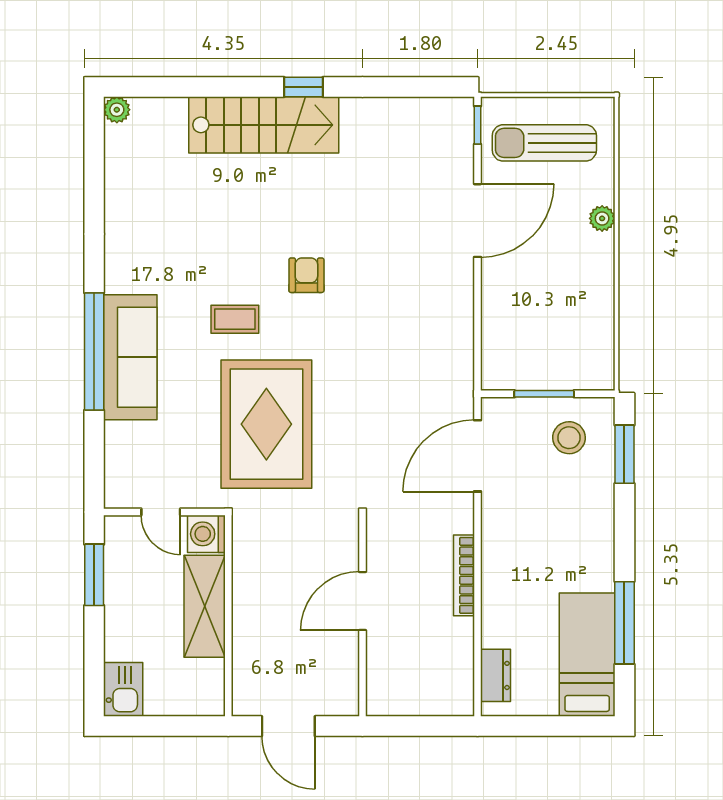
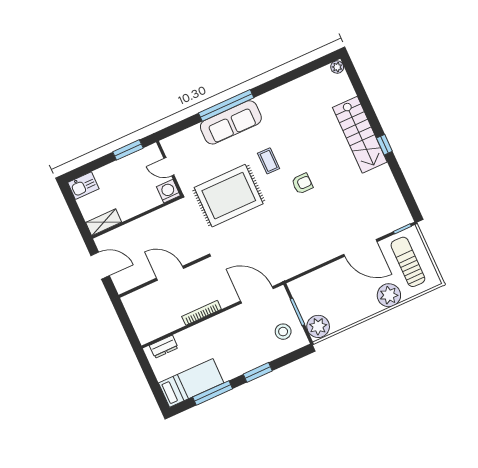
plant: (602, 218) -> (389, 295), width x1.87, depth x1.87
plant: (589, 367) -> (318, 326), added
window: (624, 454) -> (258, 372), moved
door: (161, 512) -> (169, 167), hinge flipped
shelving: (205, 606) -> (104, 222), moved, width x0.67, depth x0.75
door: (288, 726) -> (100, 266), swing flipped

